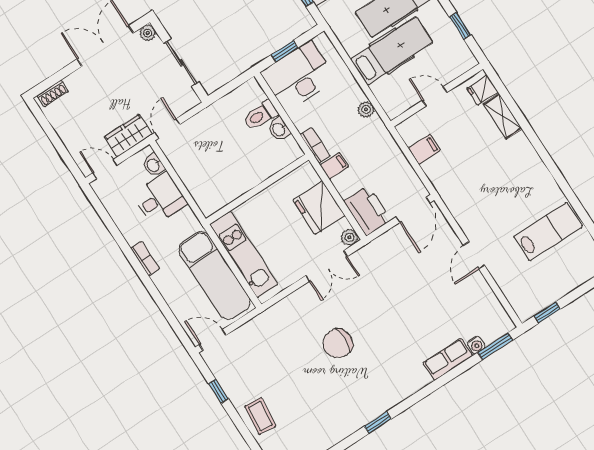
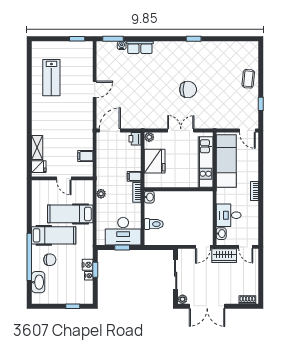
window: (460, 26) -> (29, 204), removed
washbasin: (279, 129) -> (149, 197), moved
printer: (367, 211) -> (135, 139), width x0.53, depth x0.68
lab bench: (548, 232) -> (51, 78), turned -90
double door: (326, 266) -> (181, 130), moved

